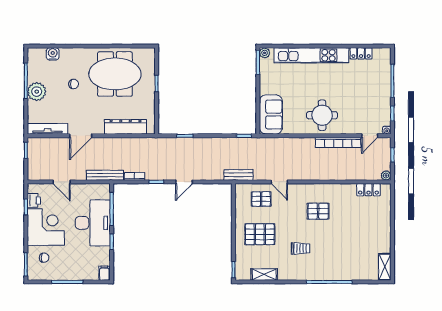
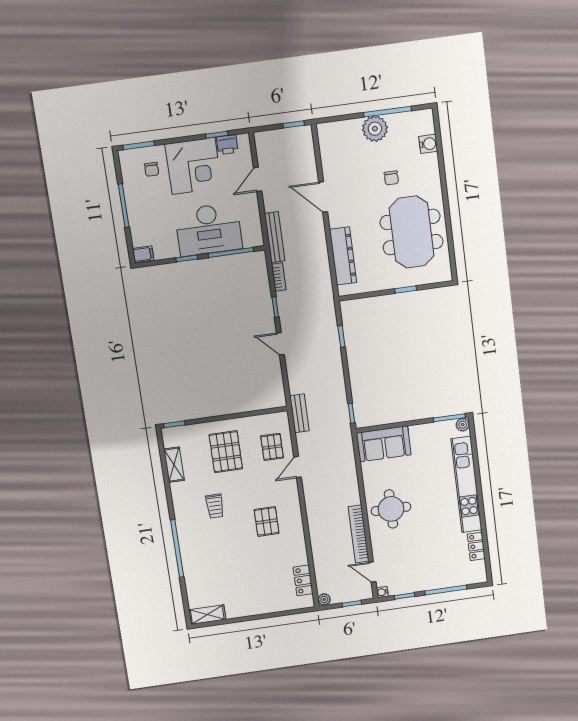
tv unit: (47, 129) -> (327, 150), removed

